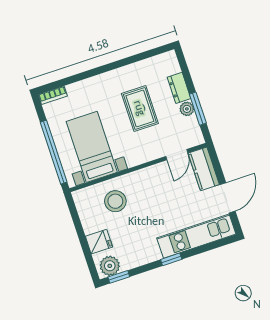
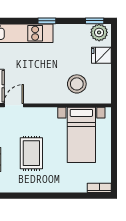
window: (54, 152) -> (114, 141), removed

